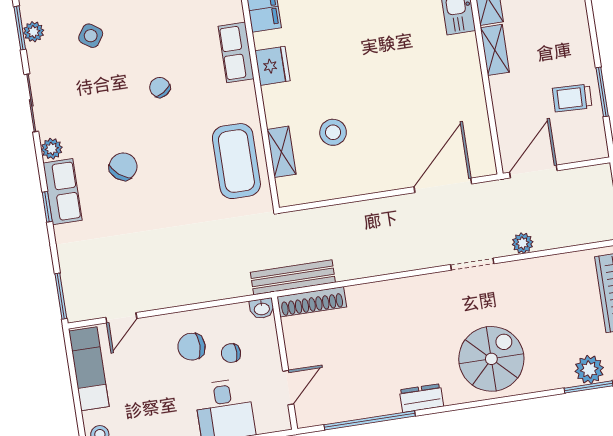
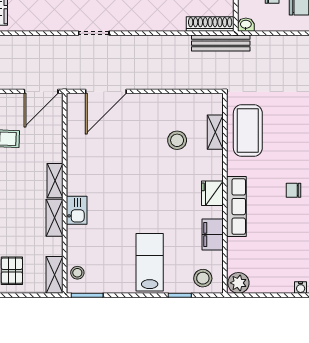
row of seats: (236, 52) -> (236, 207), width x1.48
chair: (160, 87) -> (294, 190), turned 122
plant: (523, 243) -> (56, 42), removed

